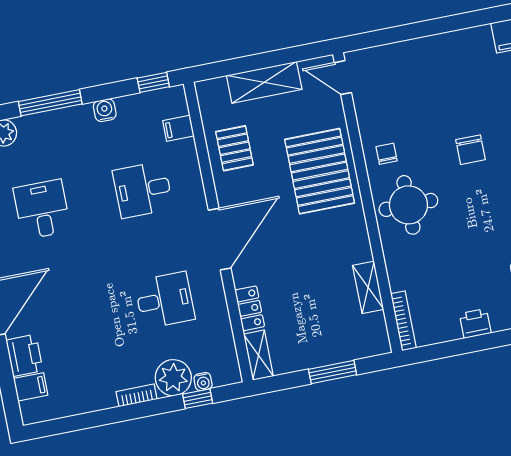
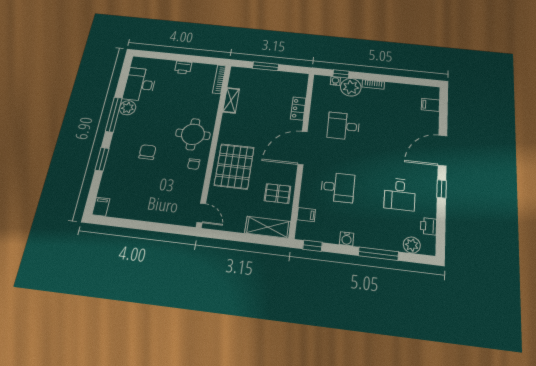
shelving: (264, 82) -> (268, 227), moved
pallet: (234, 148) -> (278, 193), turned 90
printer: (25, 355) -> (430, 121), removed
shelving: (258, 355) -> (302, 85), removed

